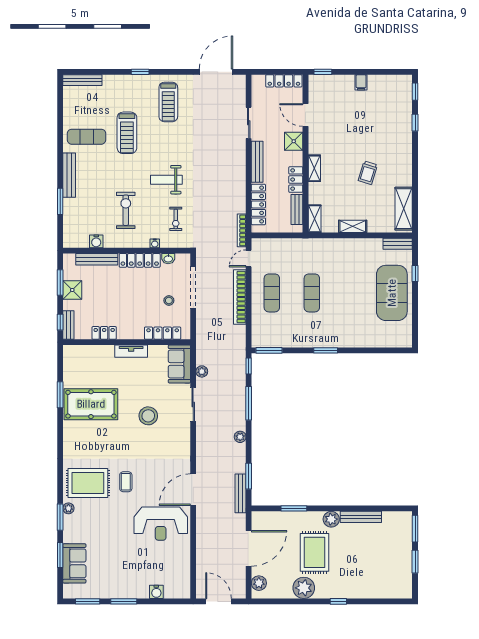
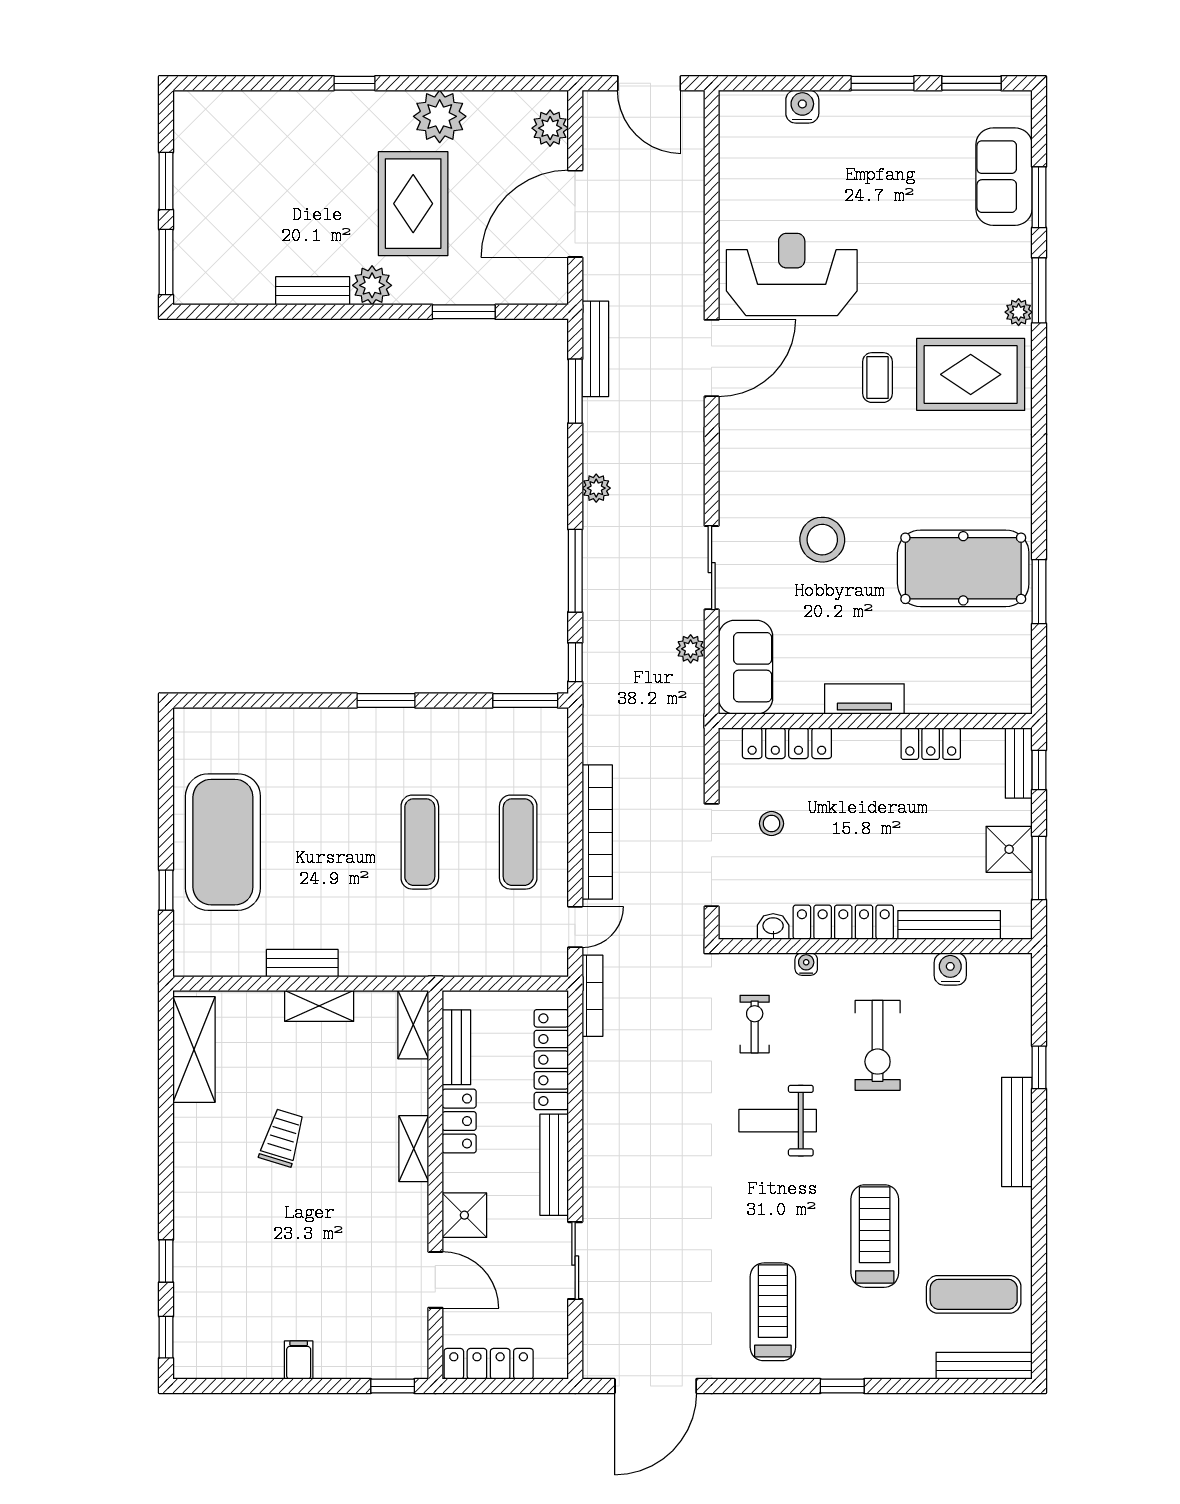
exercise mat: (87, 137) -> (974, 1294), moved
weight bench: (166, 180) -> (778, 1121), turned 180
window: (60, 201) -> (1039, 1067), width x0.67
bench: (398, 244) -> (302, 963), moved
bench: (361, 517) -> (313, 291), width x0.73

